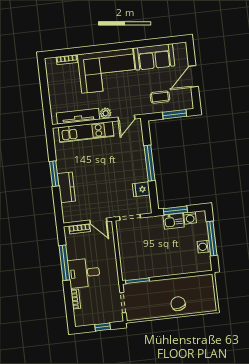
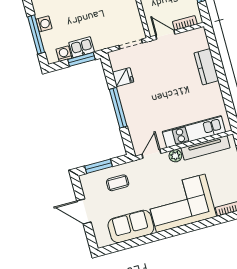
door: (193, 76) -> (84, 211), swing flipped
window: (54, 174) -> (222, 80), removed

